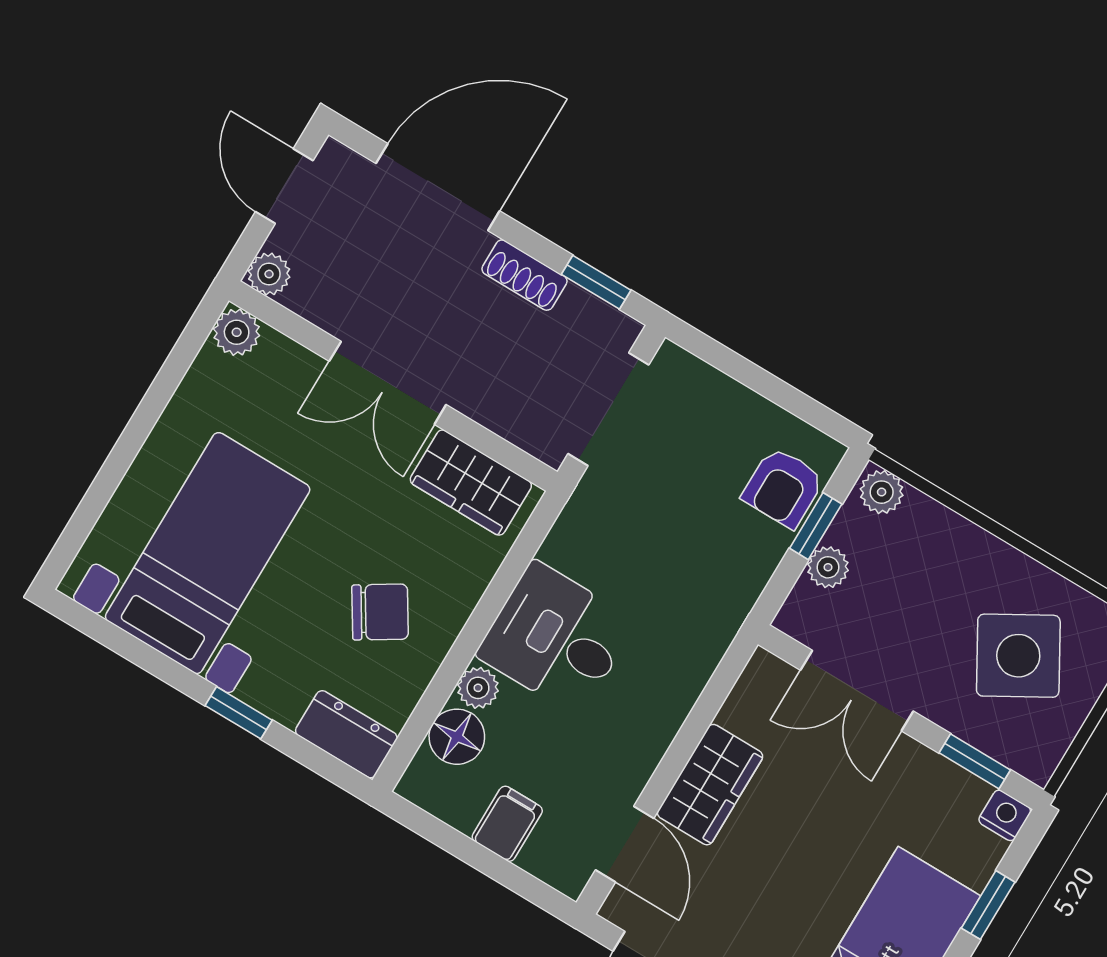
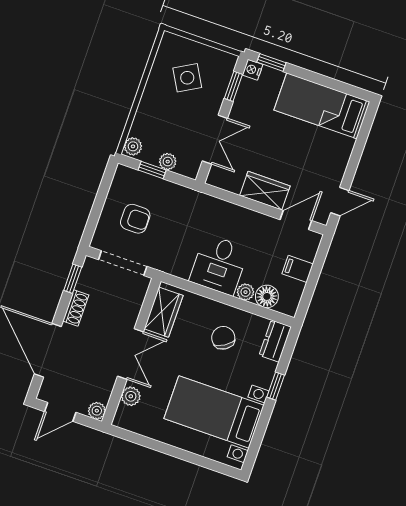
plant: (237, 332) -> (131, 396), moved
armchair: (783, 487) -> (135, 219), moved
side table: (1018, 656) -> (187, 78), width x0.73, depth x0.73
window: (988, 905) -> (271, 62), moved

